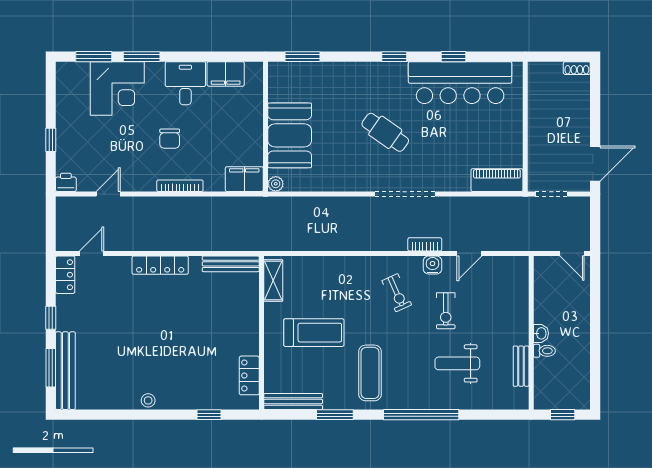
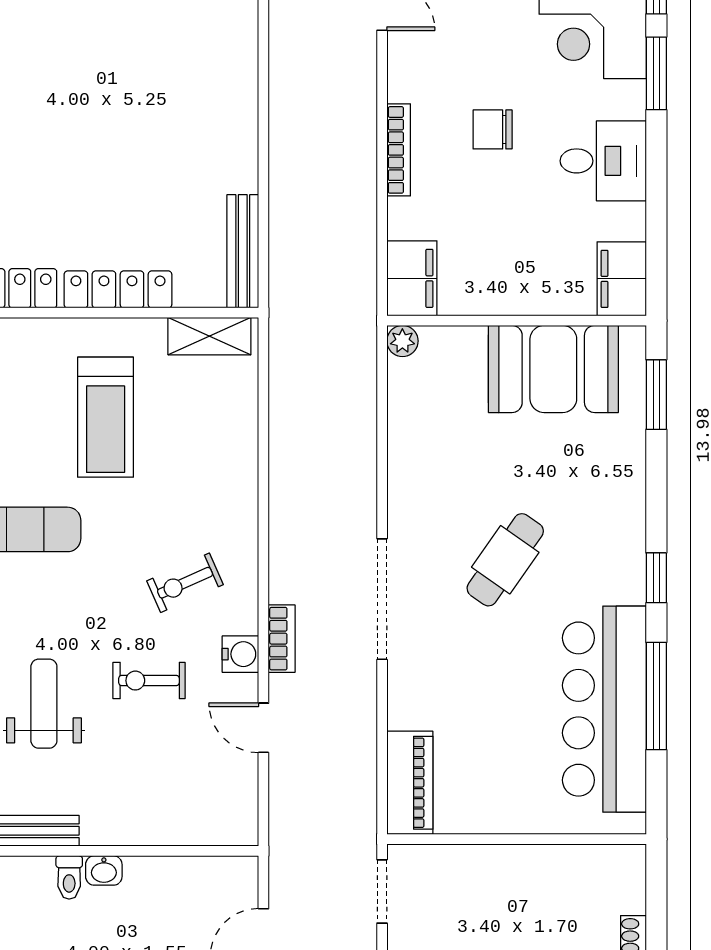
window: (454, 57) -> (656, 696), width x2.17
filing cabinet: (226, 74) -> (622, 279), moved
booth: (290, 135) -> (553, 369), moved
locker: (160, 265) -> (118, 289), moved, turned 90

